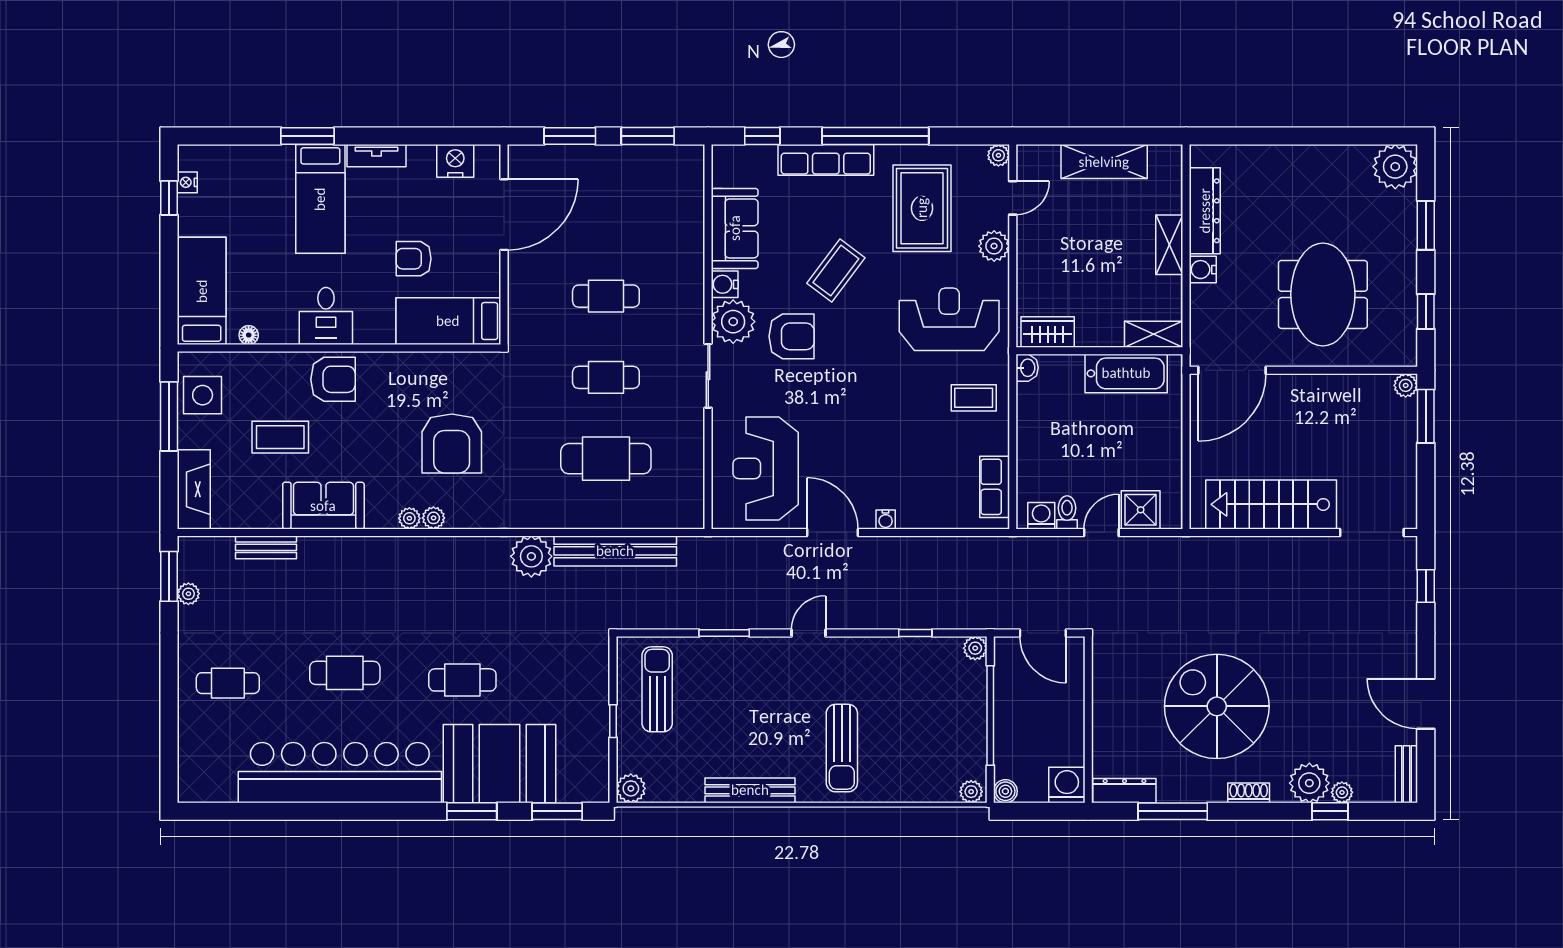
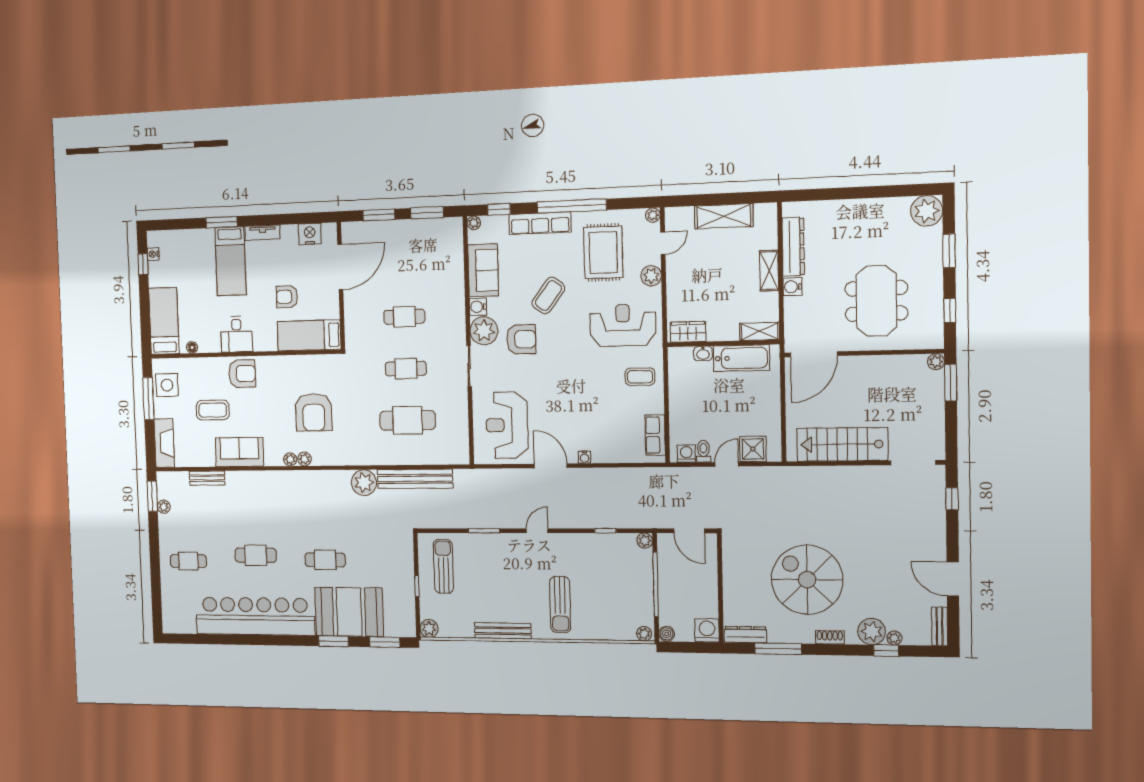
plant: (722, 155) -> (474, 223), added
washbasin: (1027, 368) -> (703, 354), moved, turned 90

